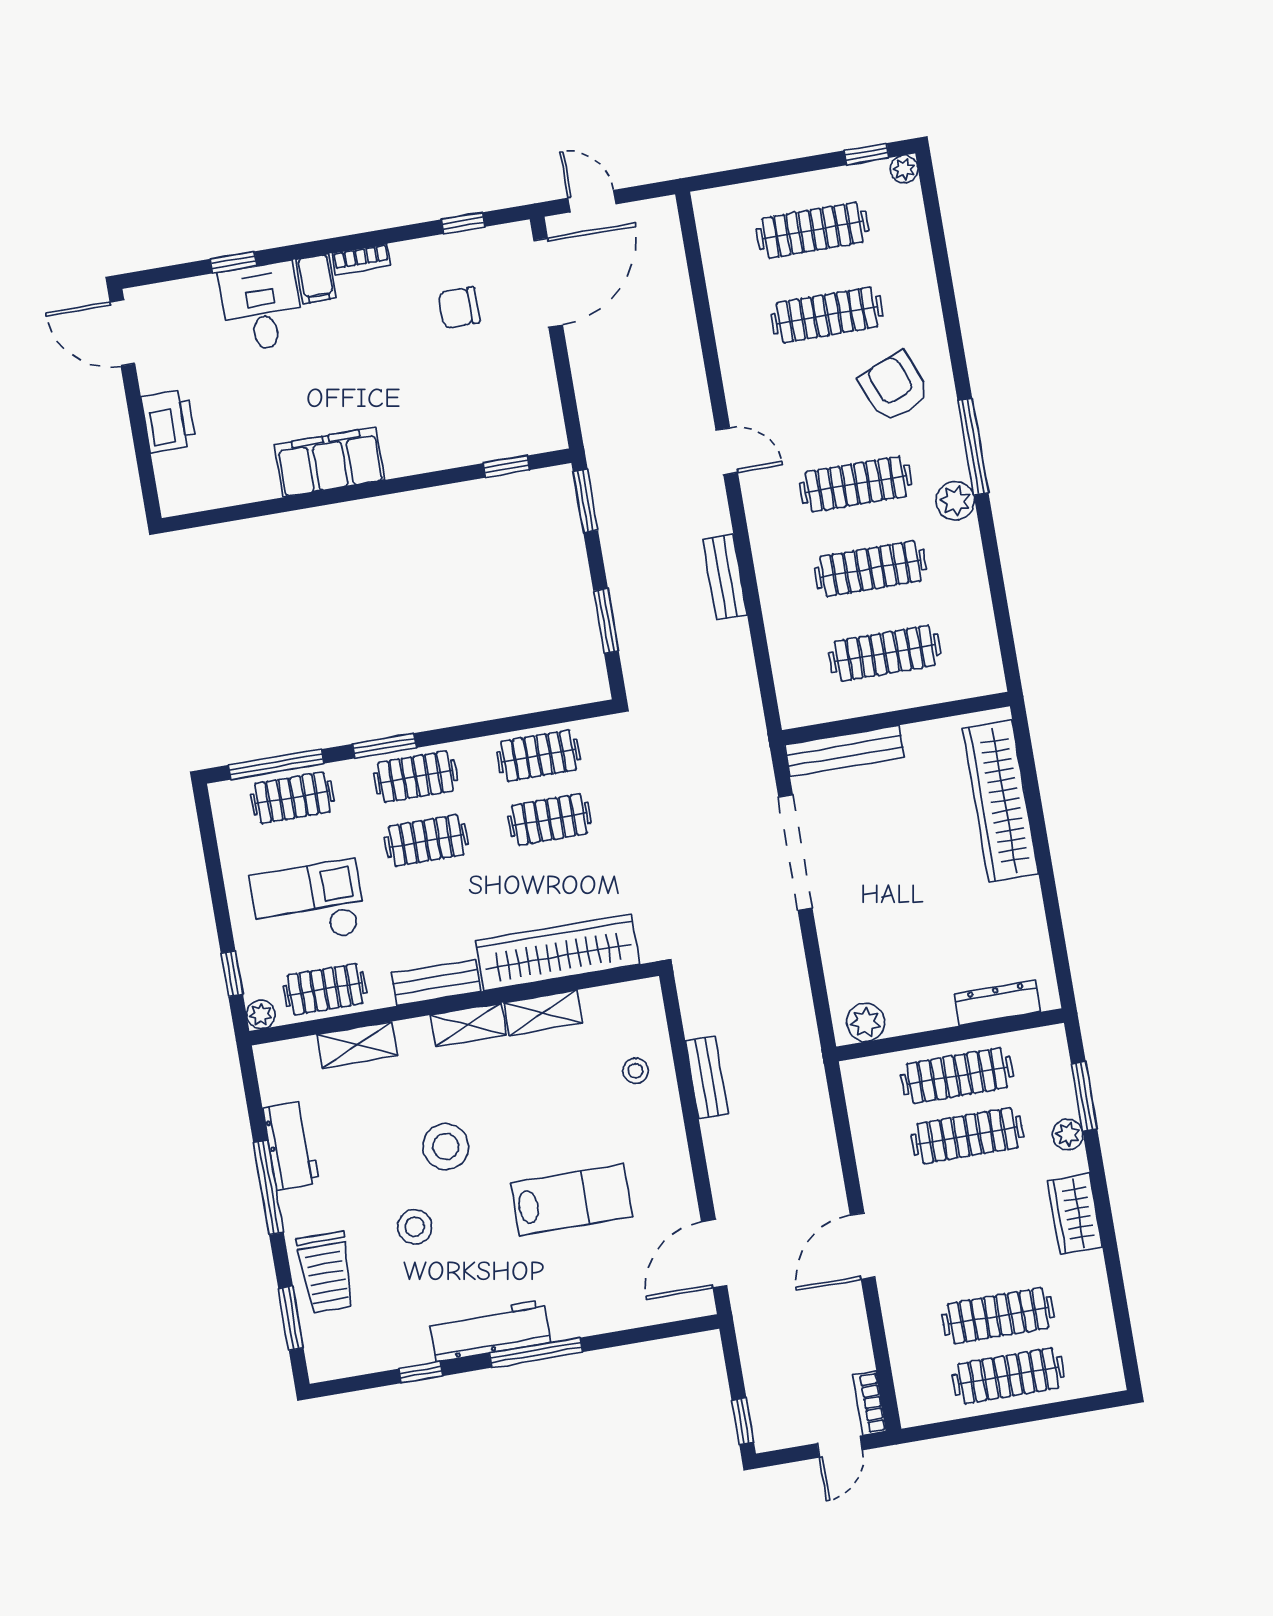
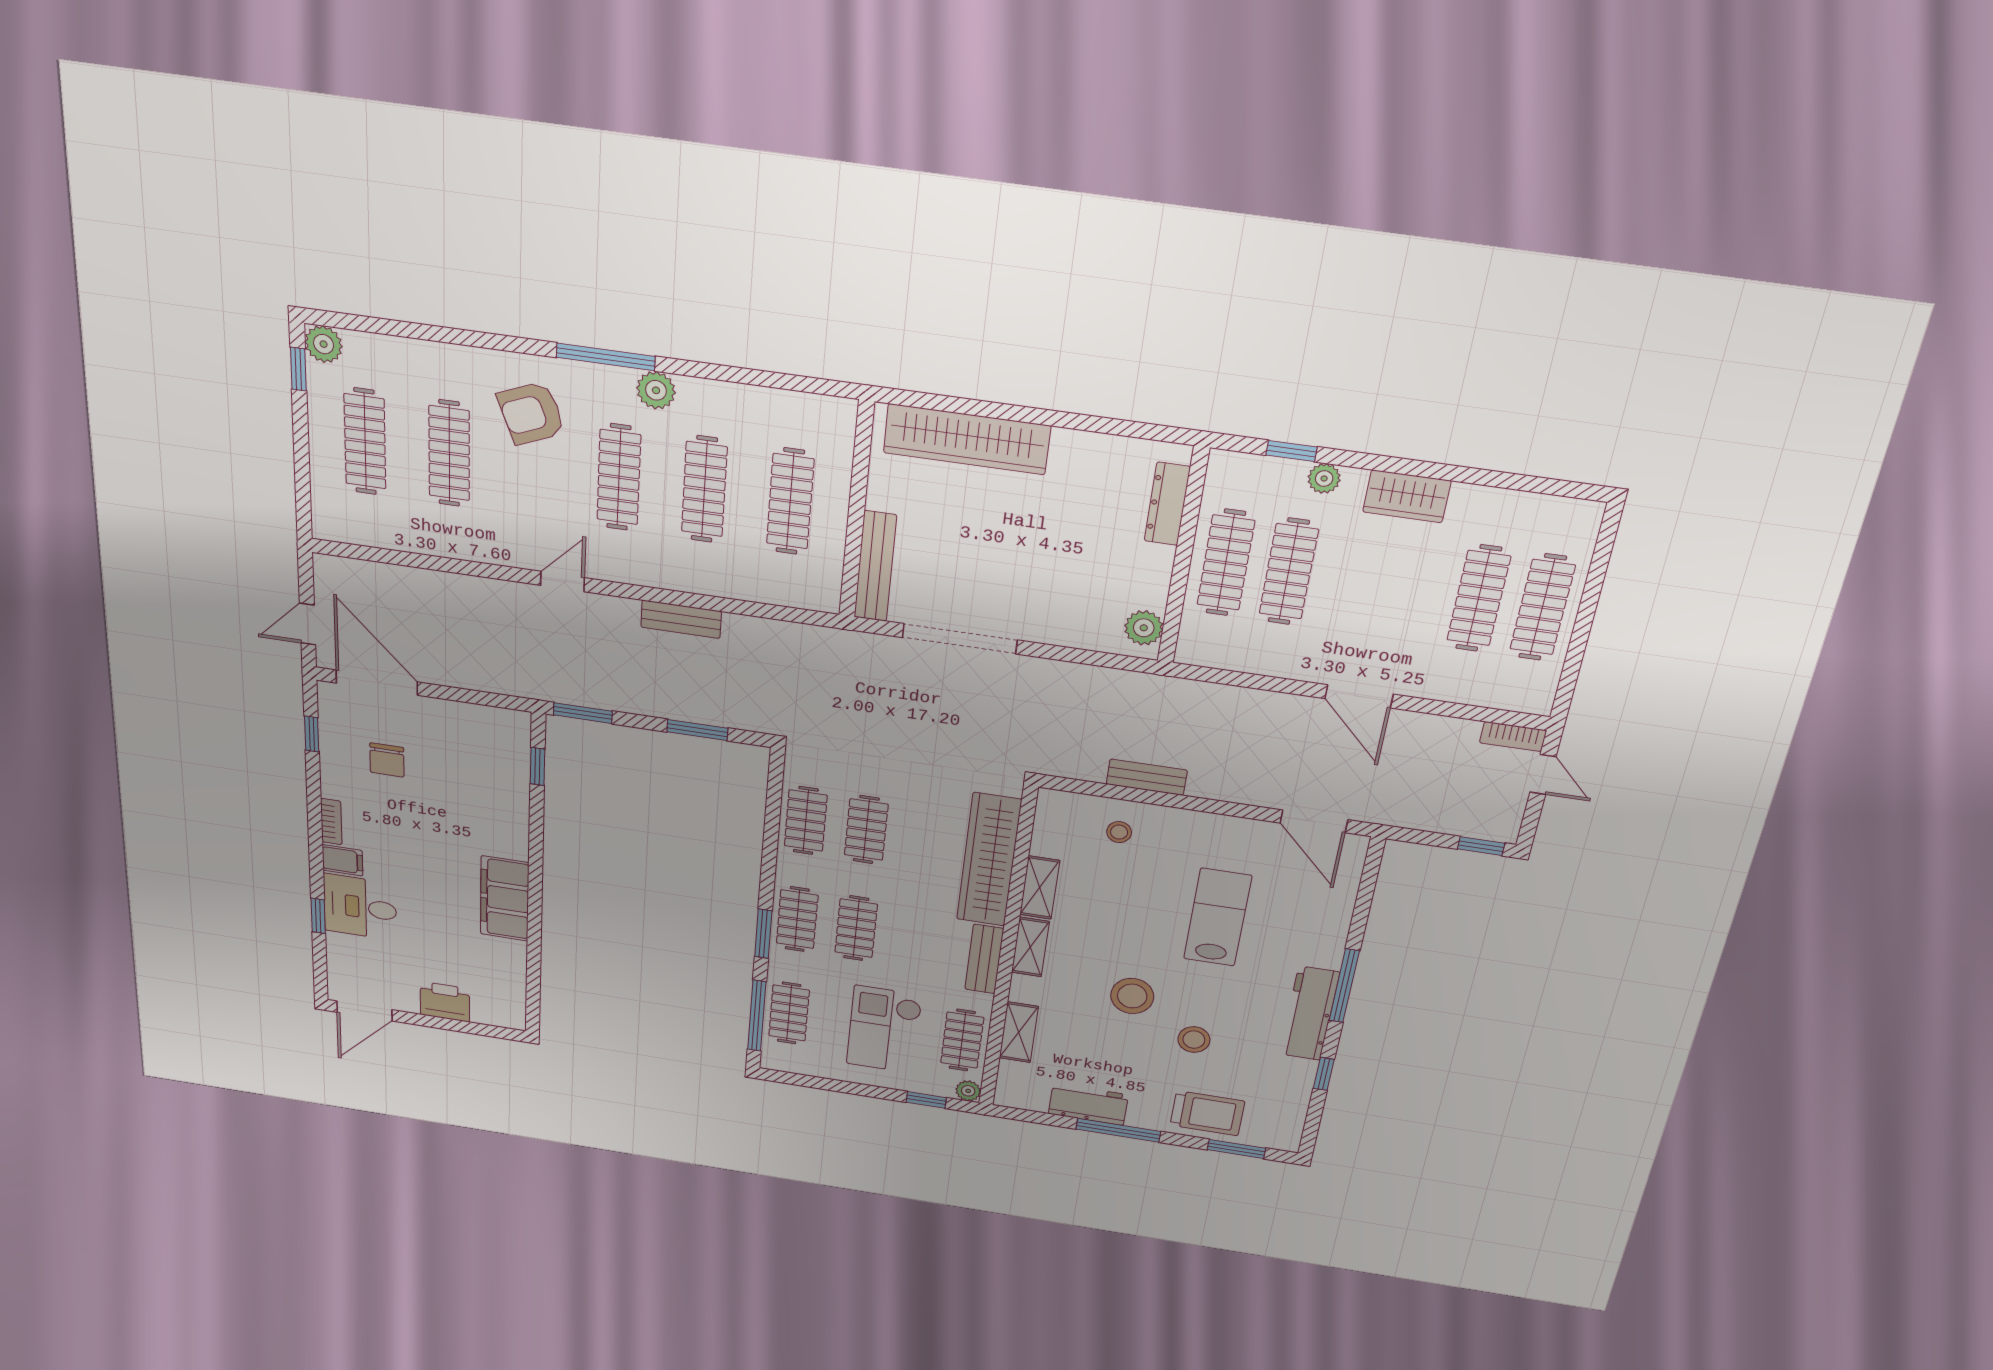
plant: (904, 169) -> (324, 344), width x1.38, depth x1.38
window: (1084, 1096) -> (1291, 451), width x0.67

